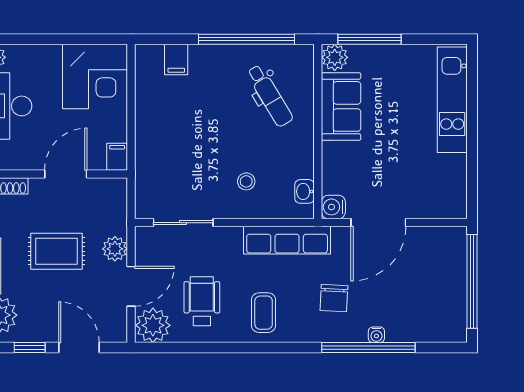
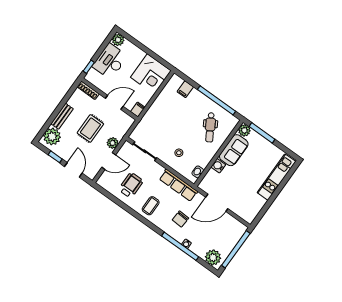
water cooler: (333, 207) -> (218, 166), moved
rug: (57, 251) -> (90, 128), turned 90
plant: (153, 325) -> (213, 257), moved

